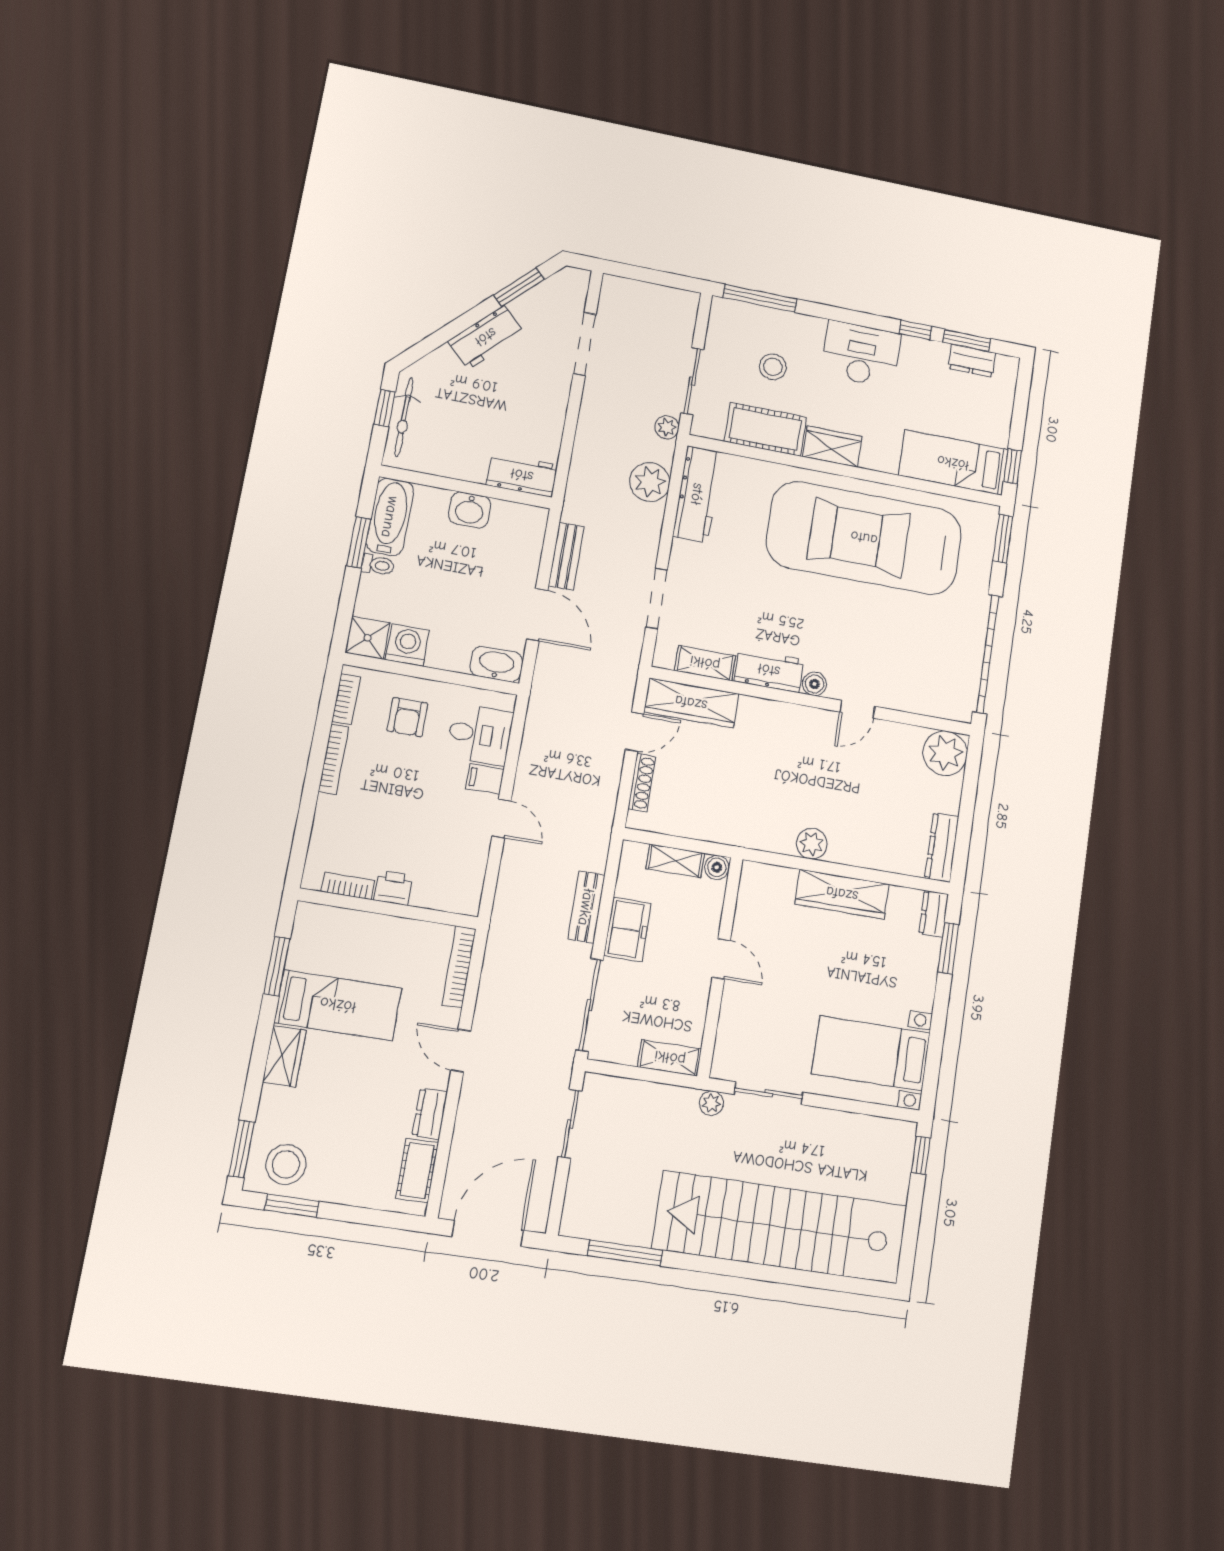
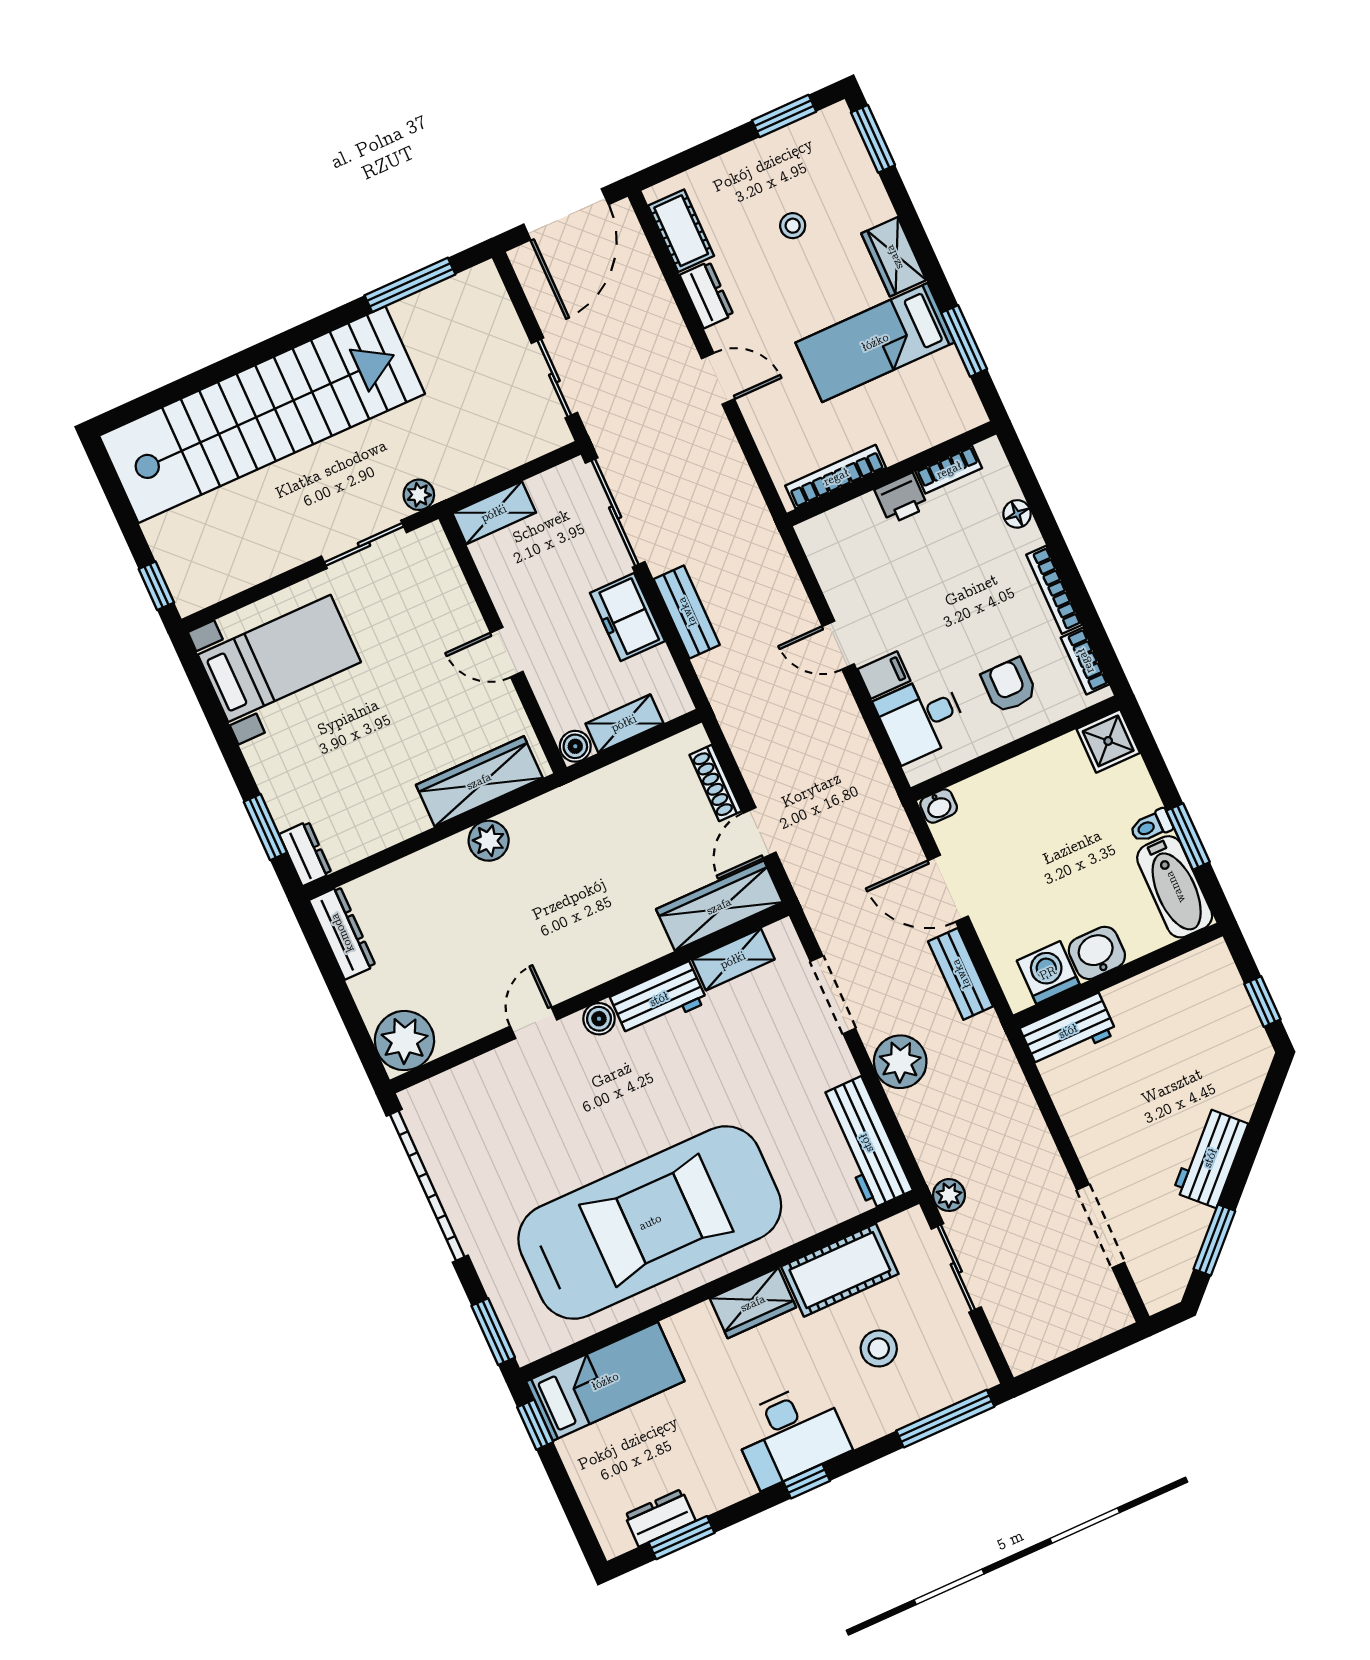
window: (915, 330) -> (807, 1481), moved
bicycle: (404, 417) -> (1235, 1006), removed
plant: (650, 482) -> (900, 1062), moved
washing machine: (407, 645) -> (1048, 973), moved, turned 180
washbasin: (496, 664) -> (939, 806), width x0.52, depth x0.69
floor lamp: (323, 826) -> (1017, 514), added
wardrobe: (842, 894) -> (479, 781), moved
bookcase: (459, 967) -> (836, 477), moved, turned -90
stool: (286, 1164) -> (793, 226), moved, width x0.53, depth x0.53

